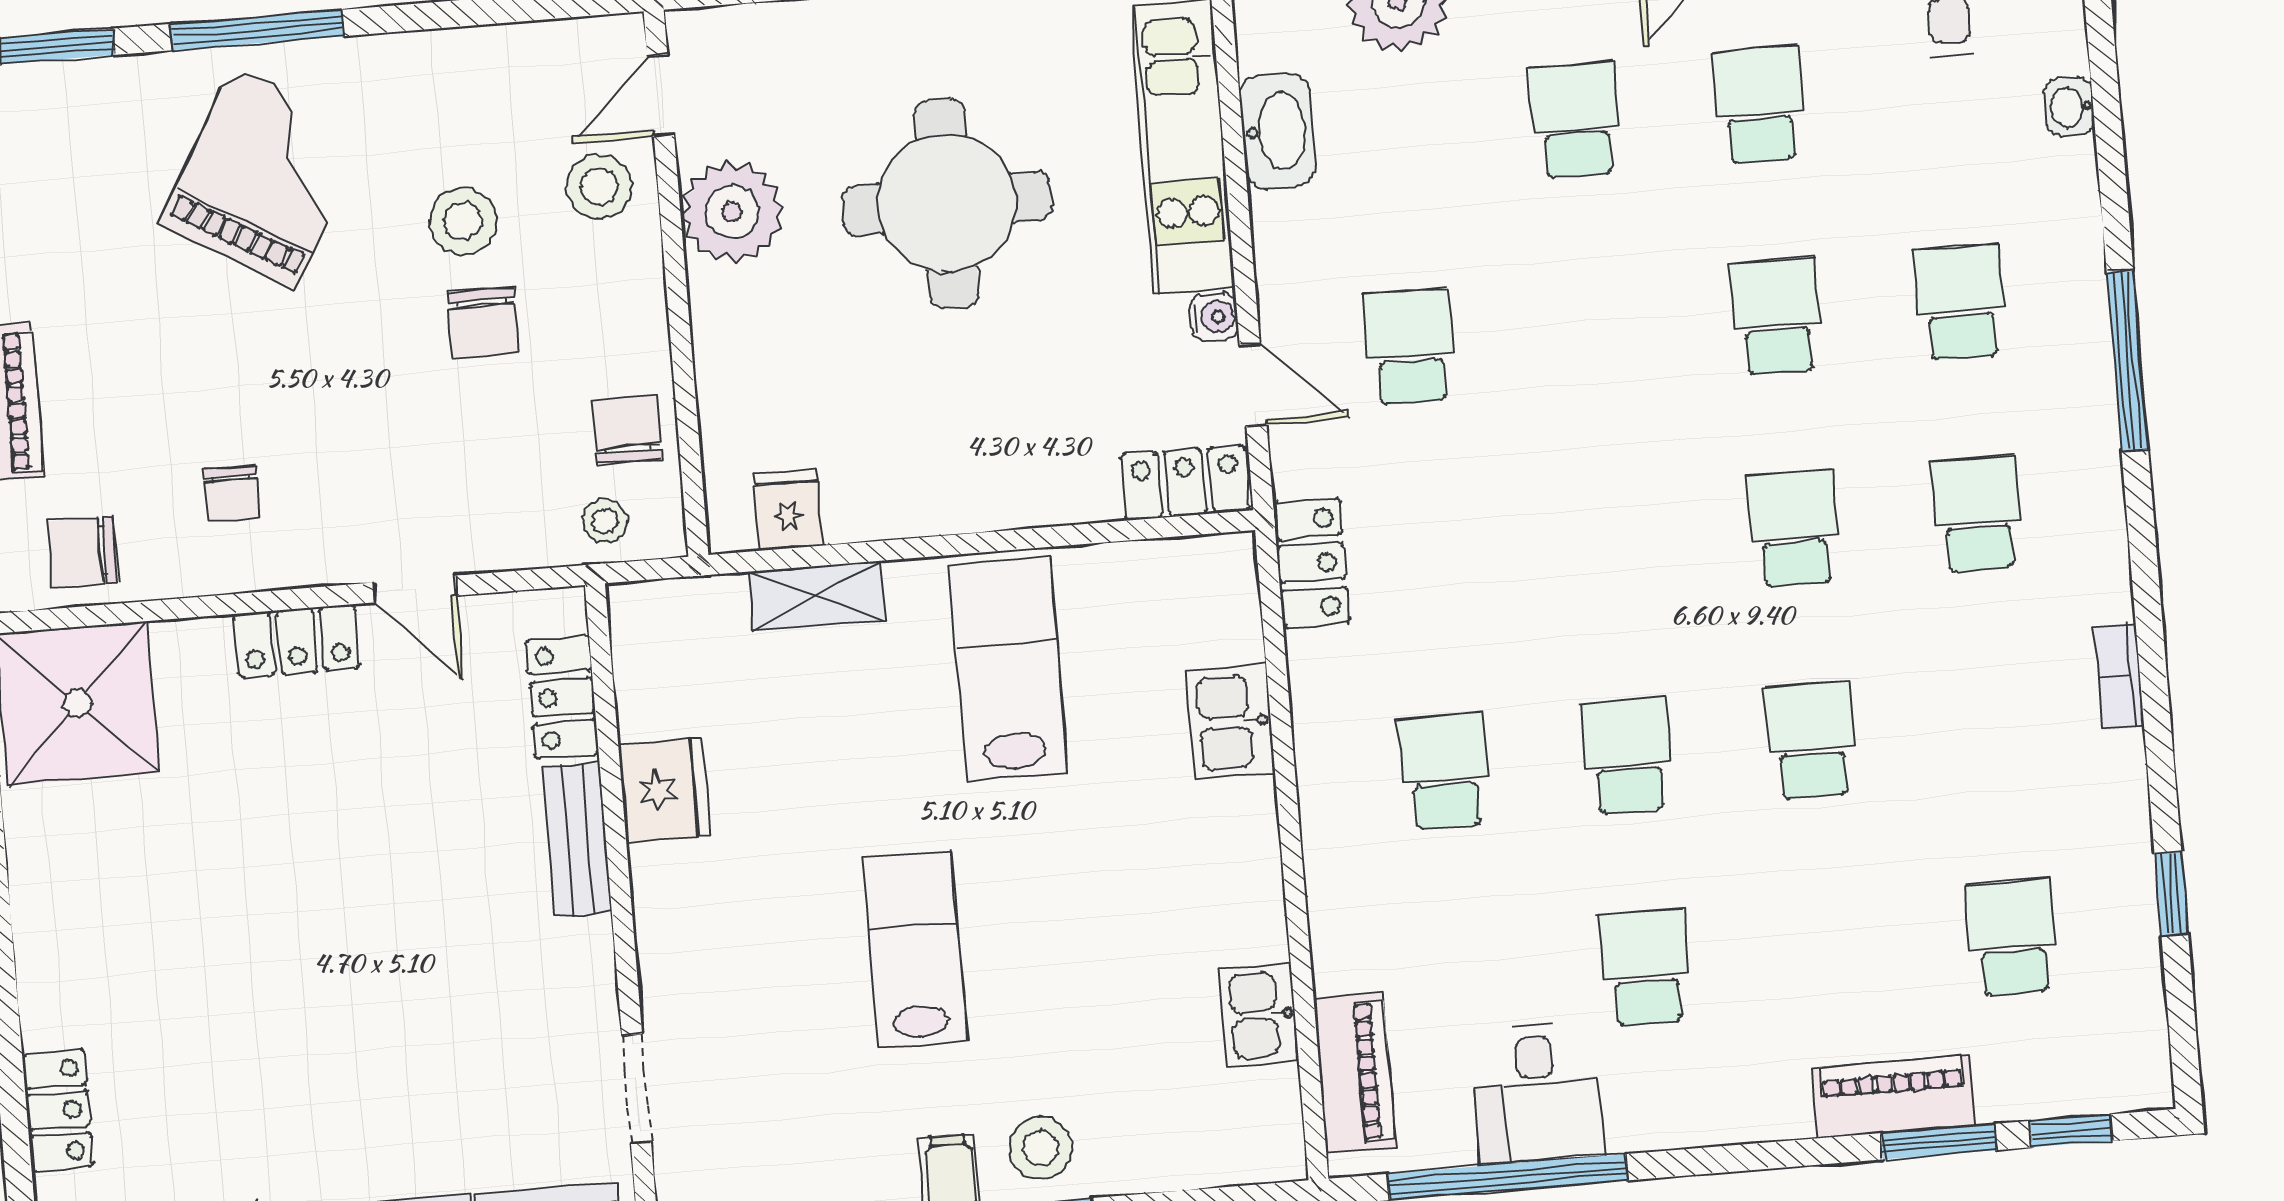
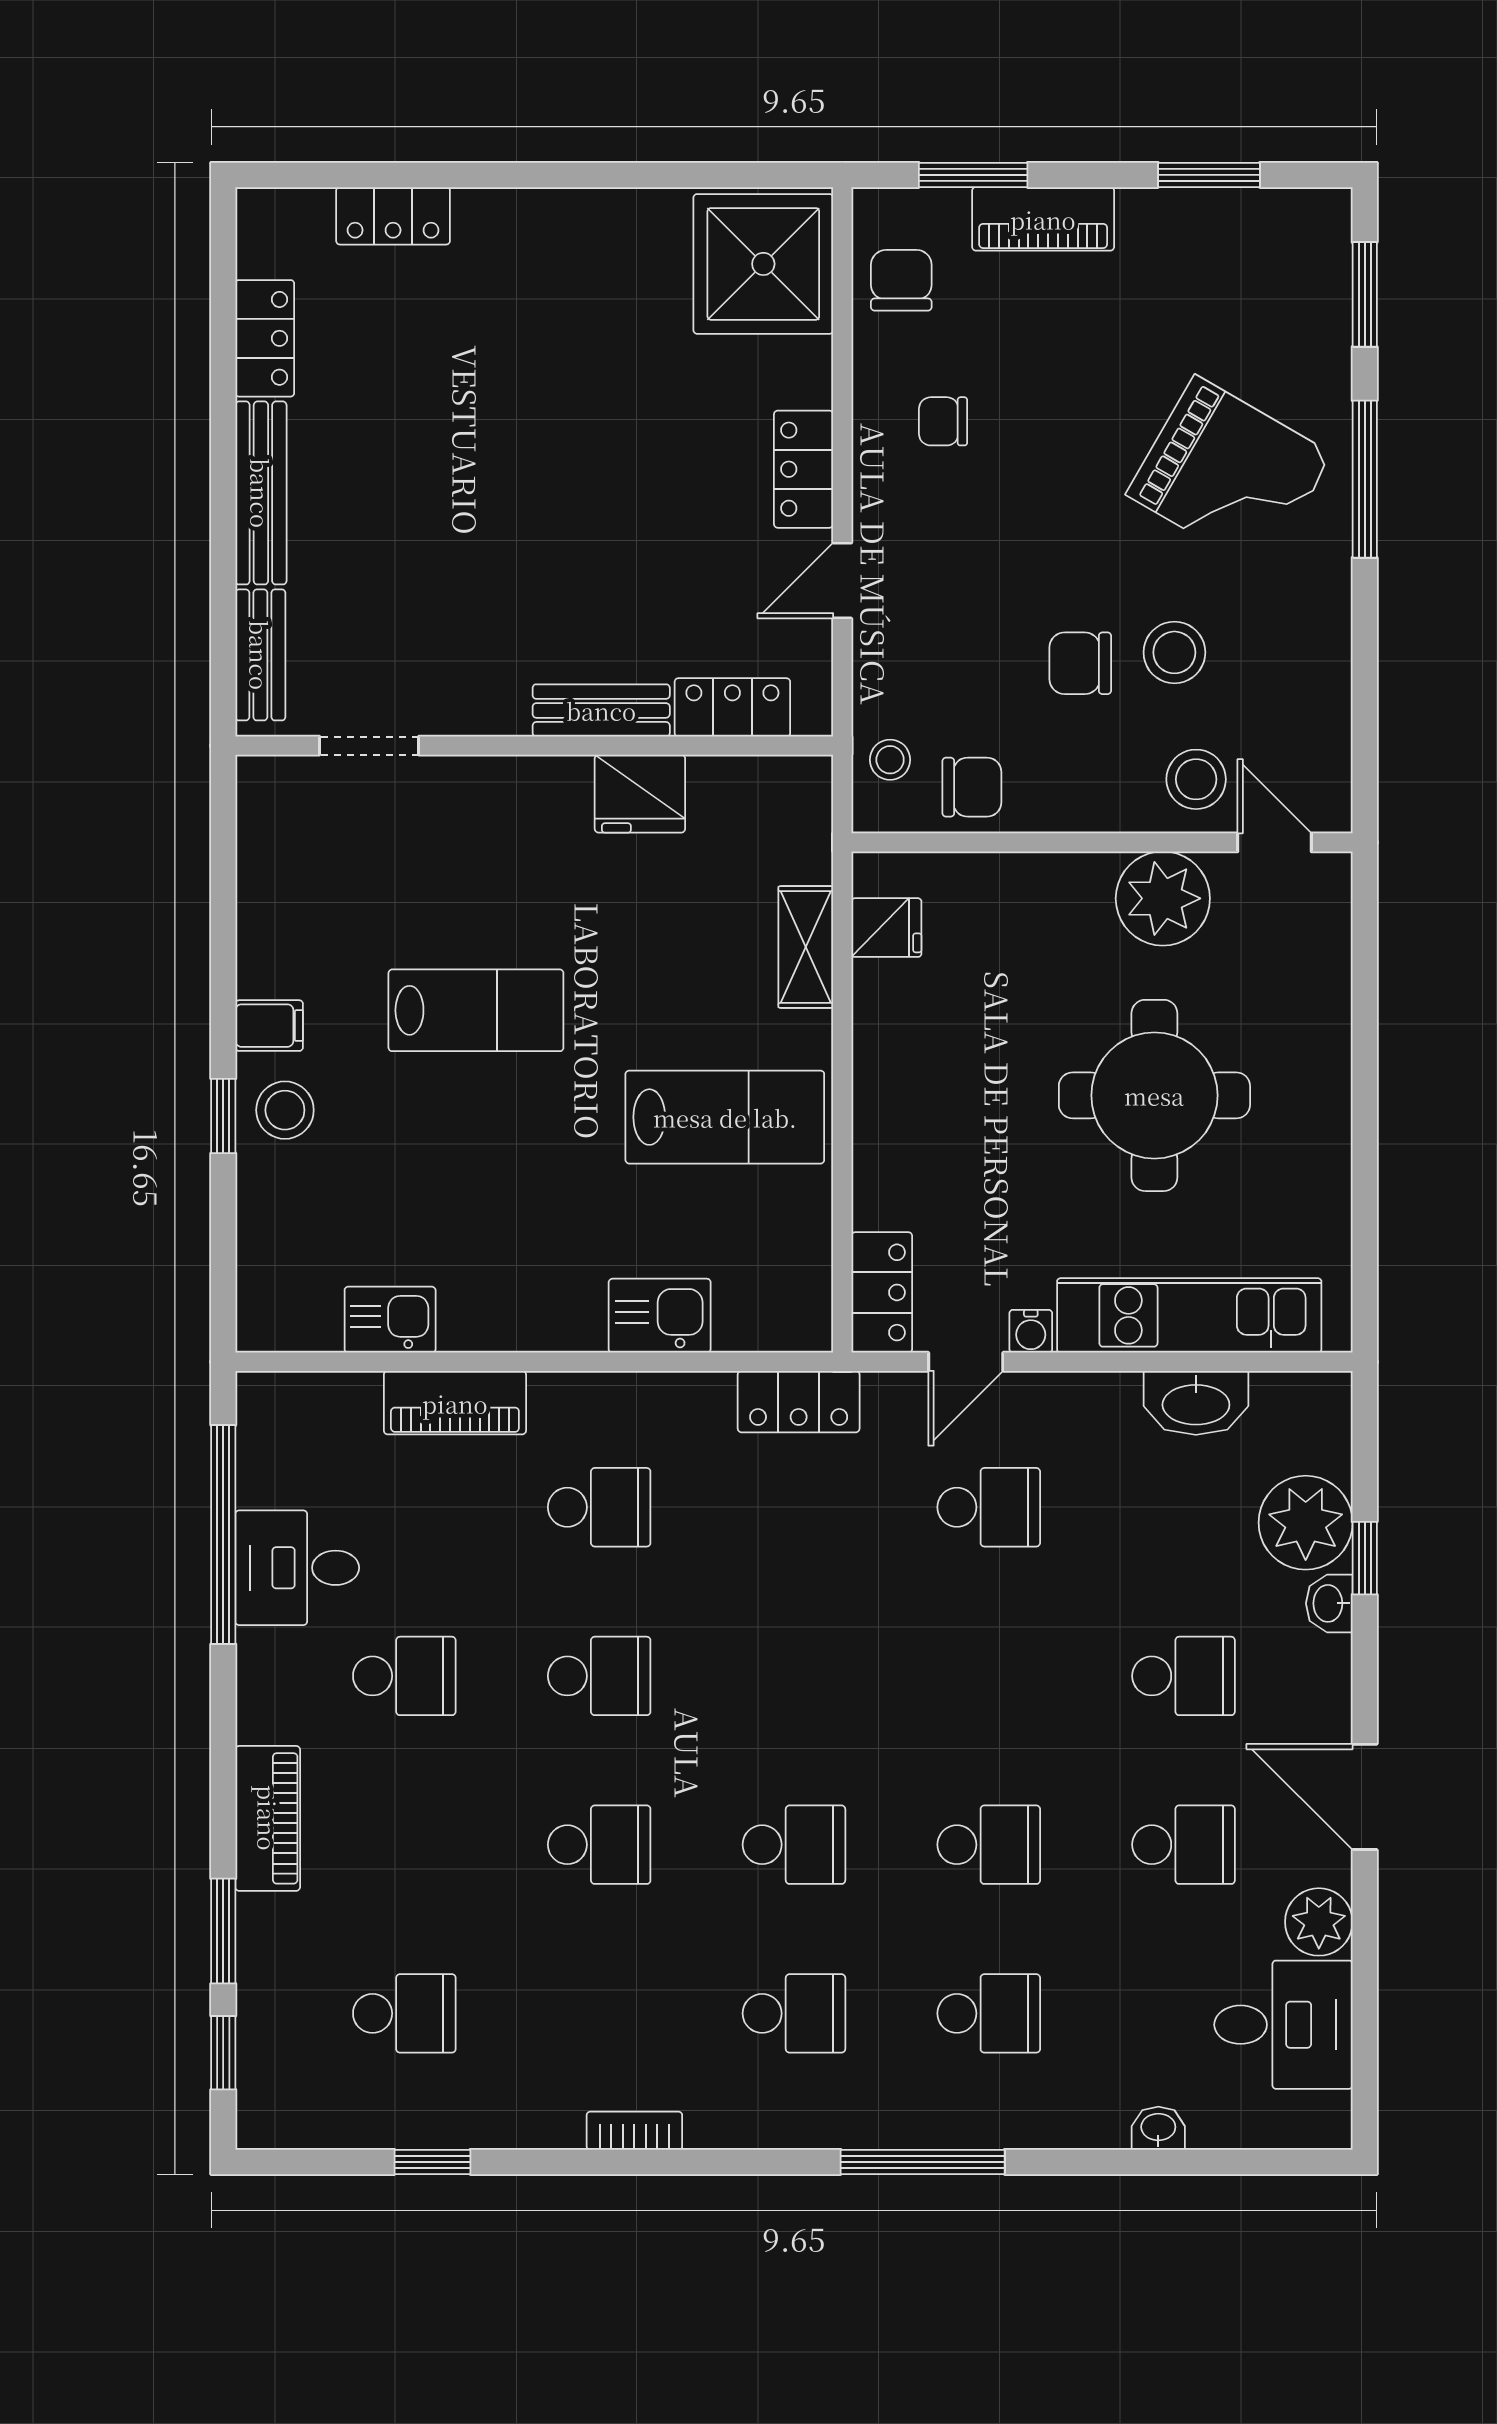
piano: (1354, 1073) -> (455, 1403), moved
piano: (1893, 1097) -> (268, 1818), moved

